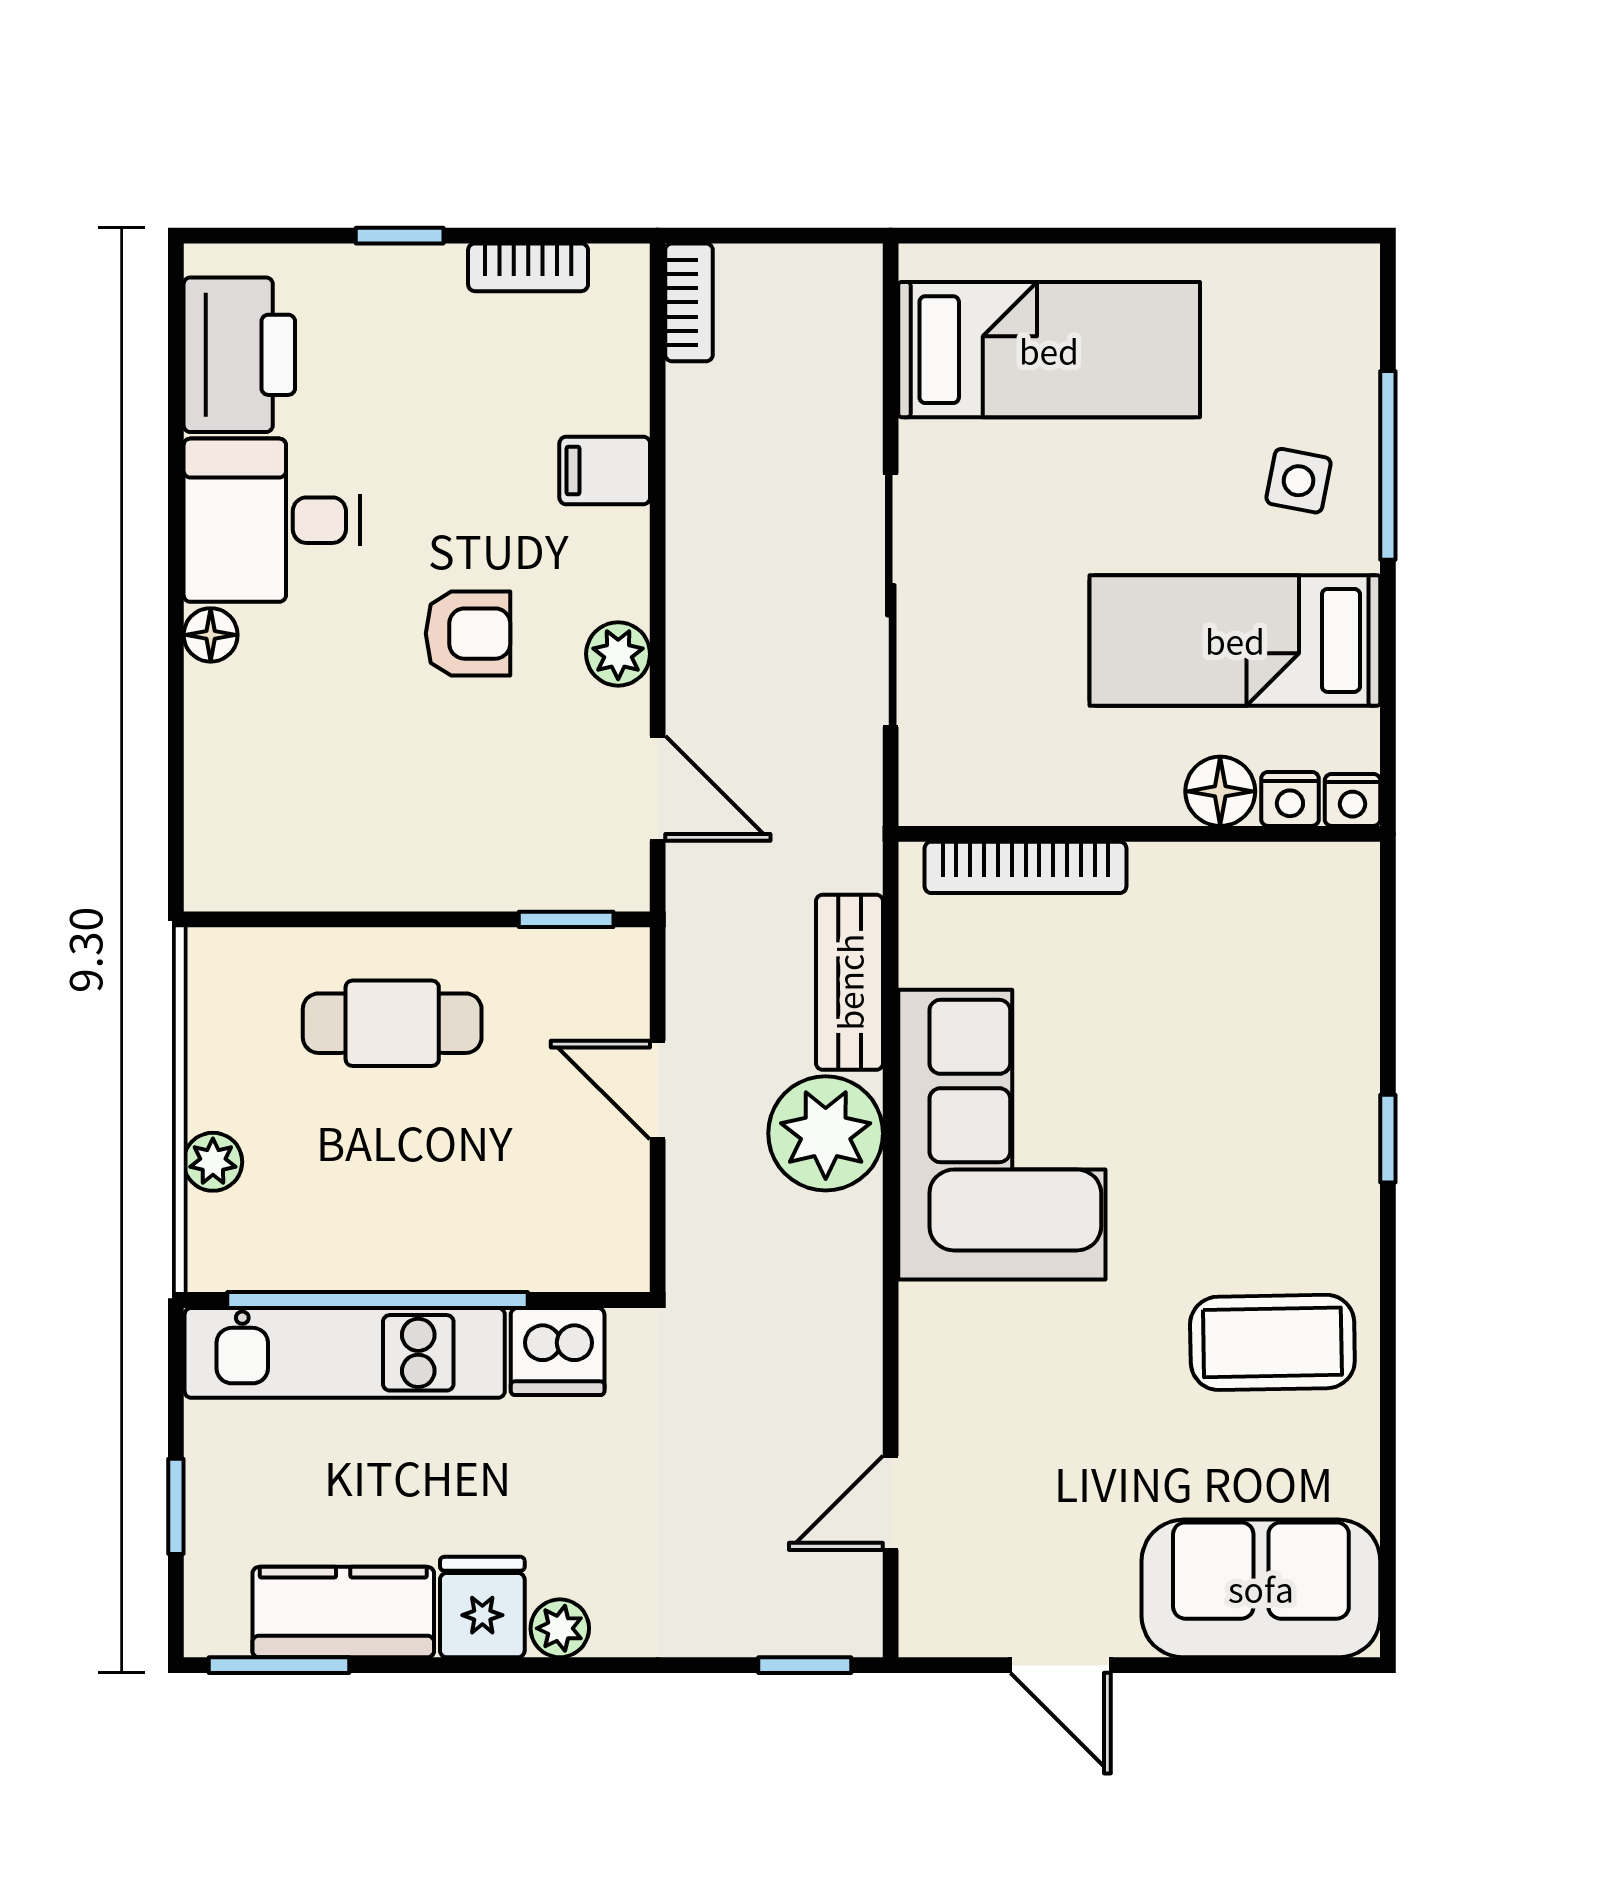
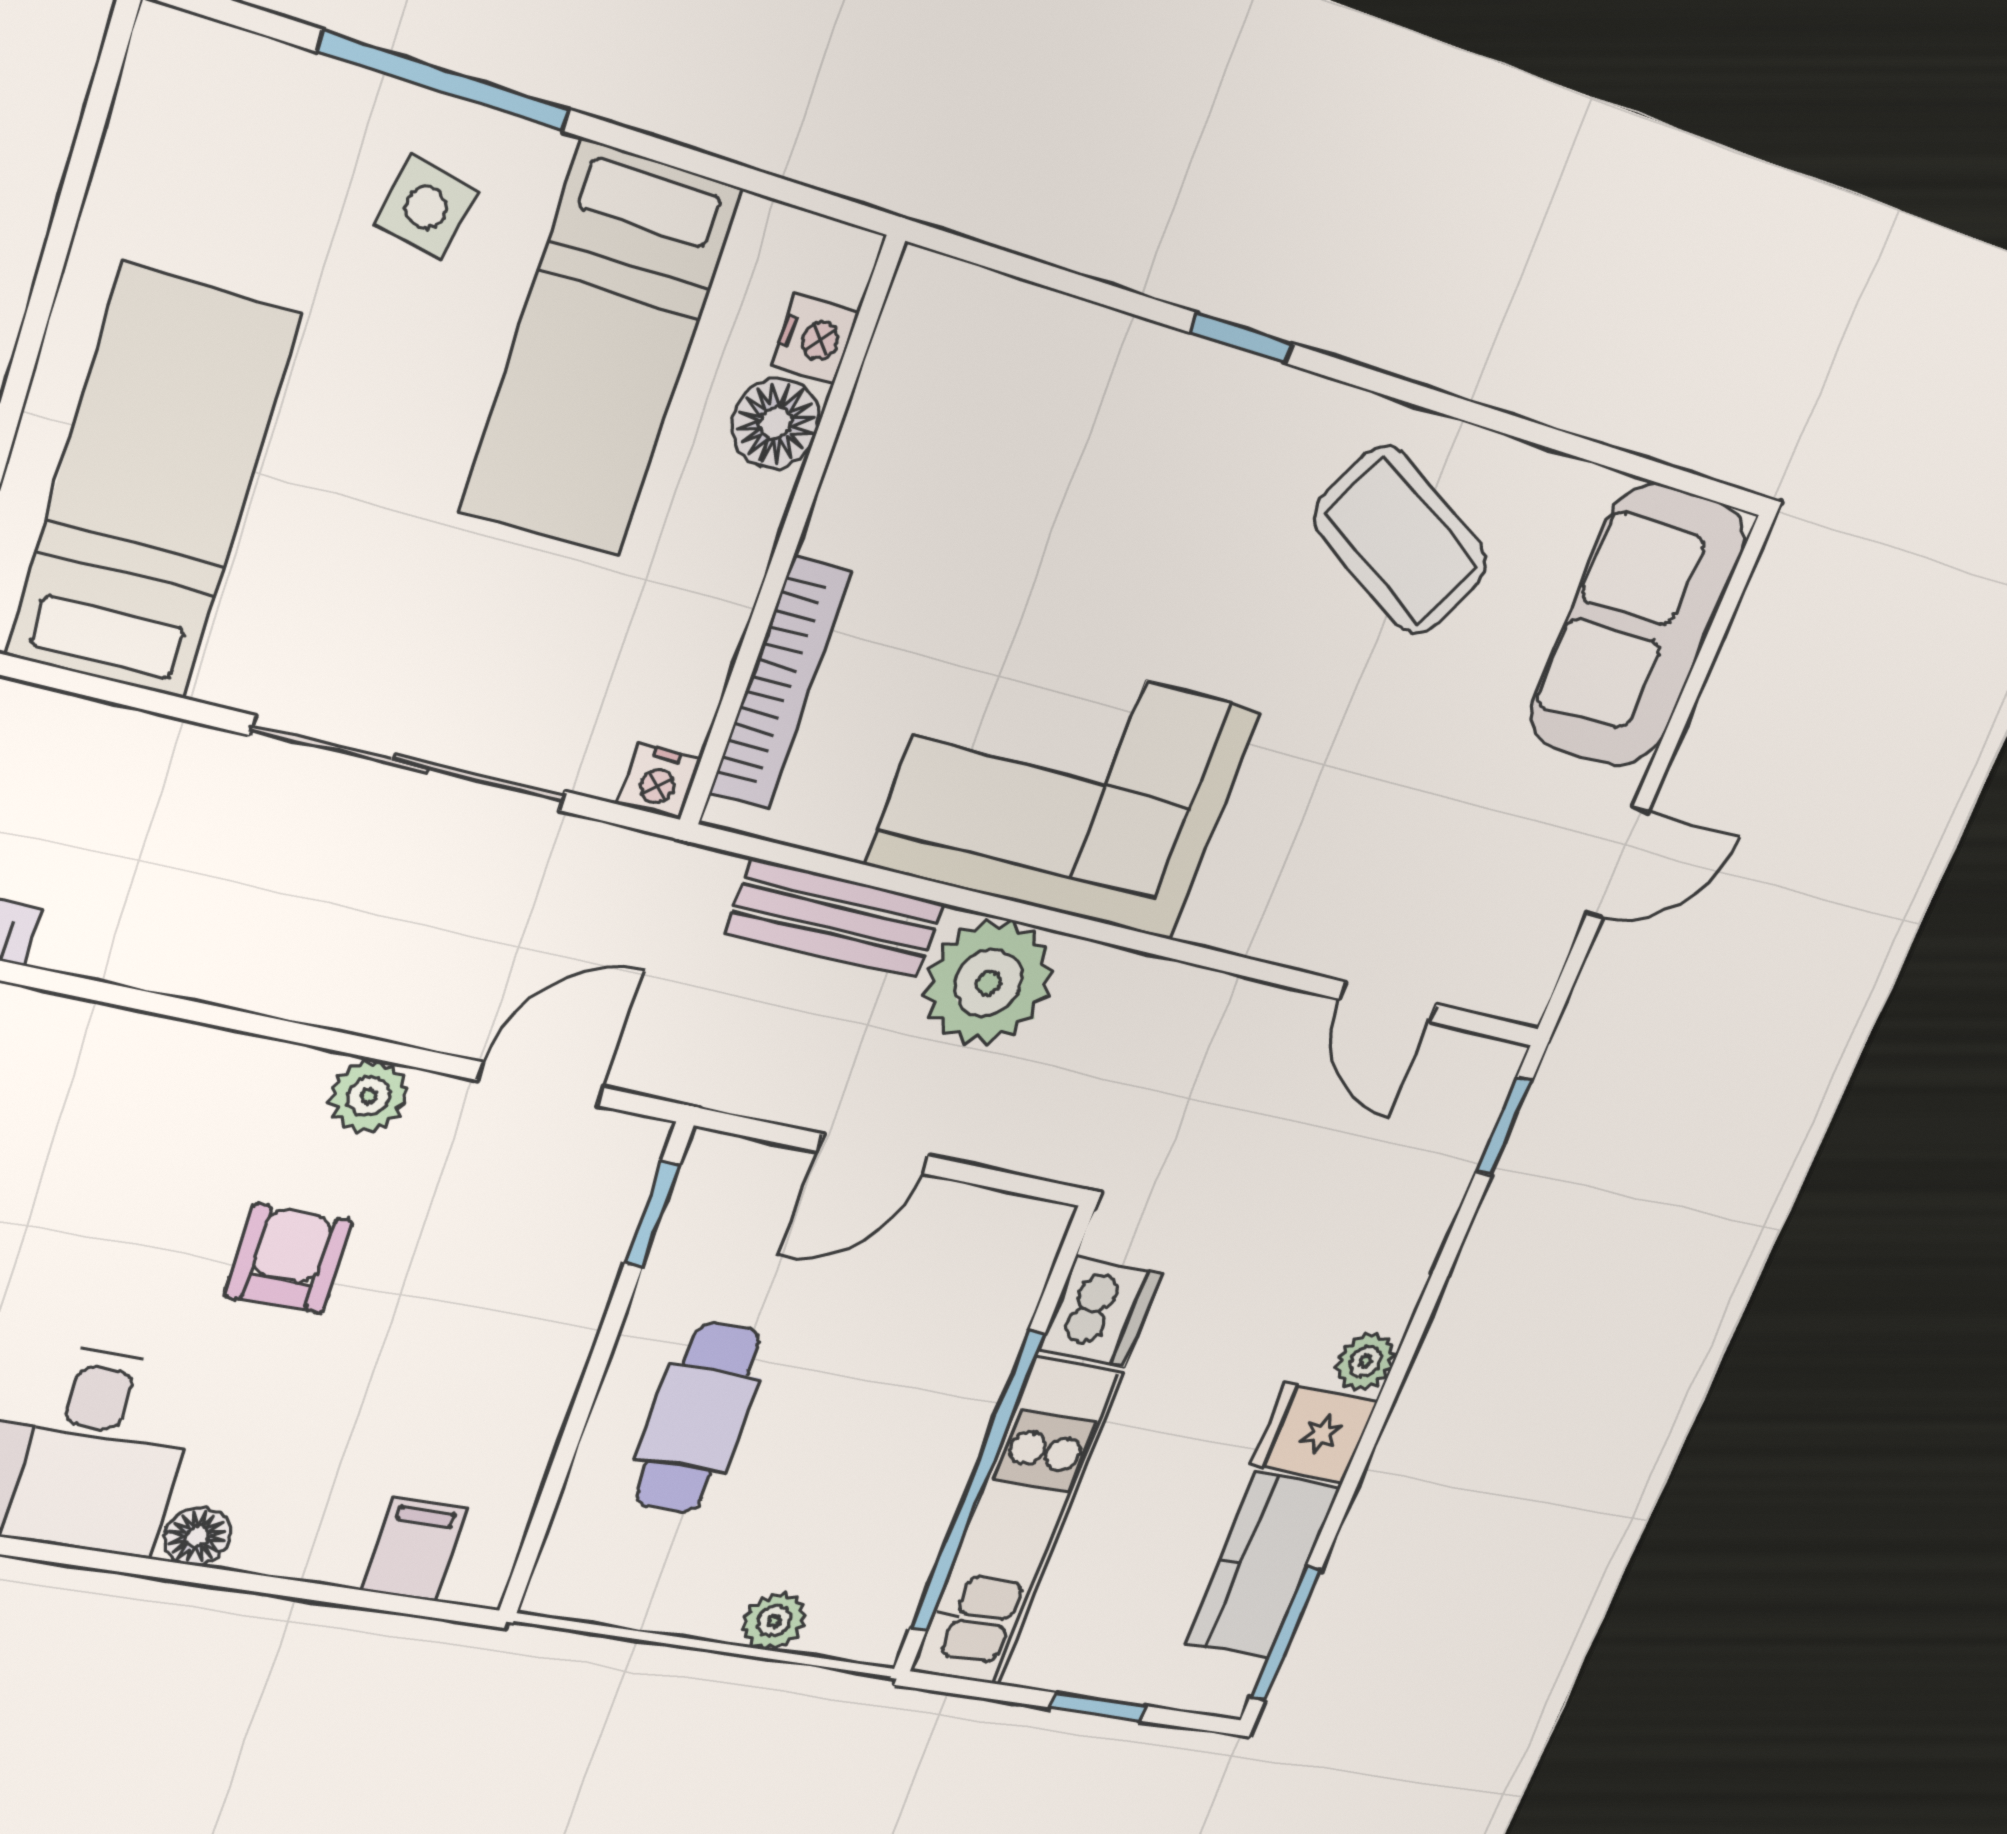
filing cabinet: (605, 471) -> (414, 1549), moved, turned 180
nightstand: (1353, 800) -> (659, 781), moved, turned 90
coffee table: (1272, 1342) -> (1401, 541), turned -61

